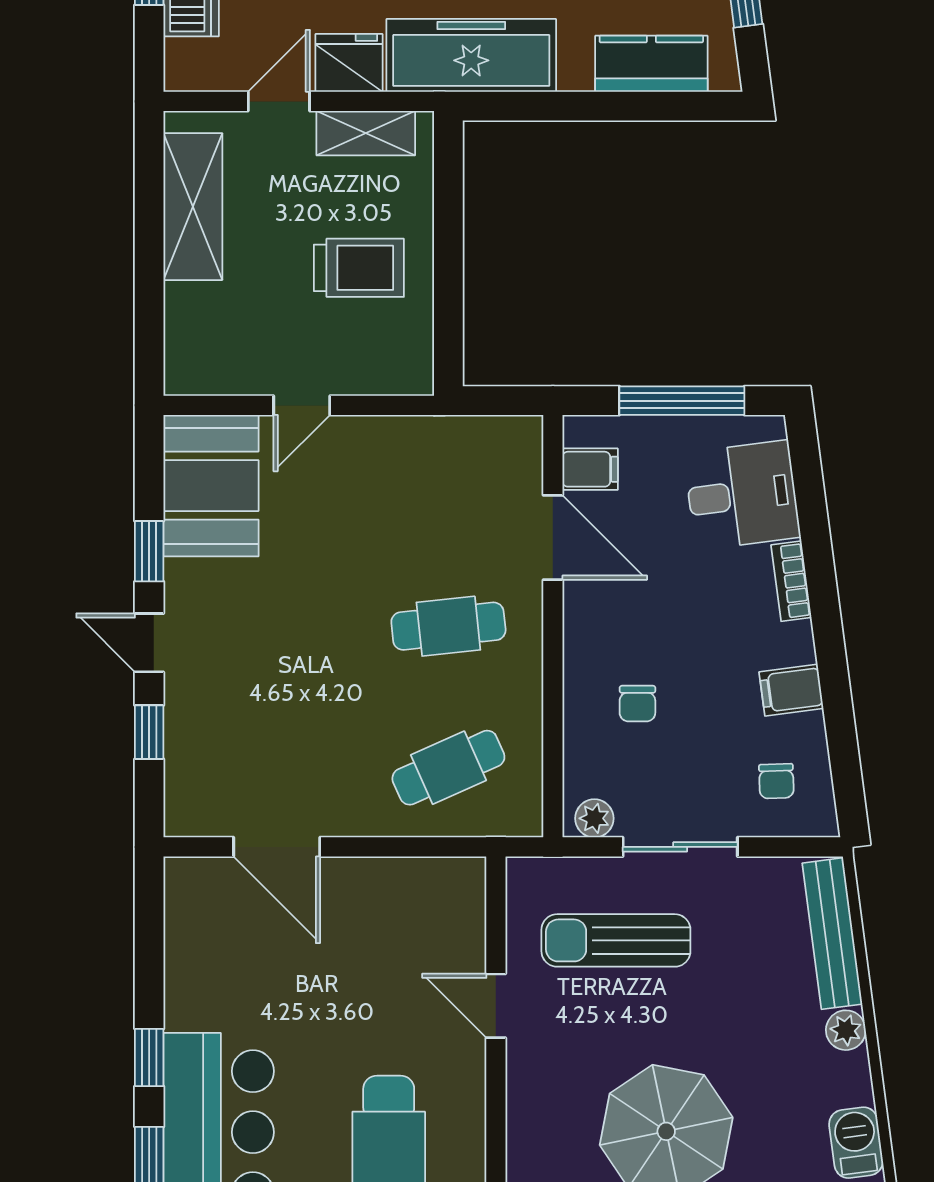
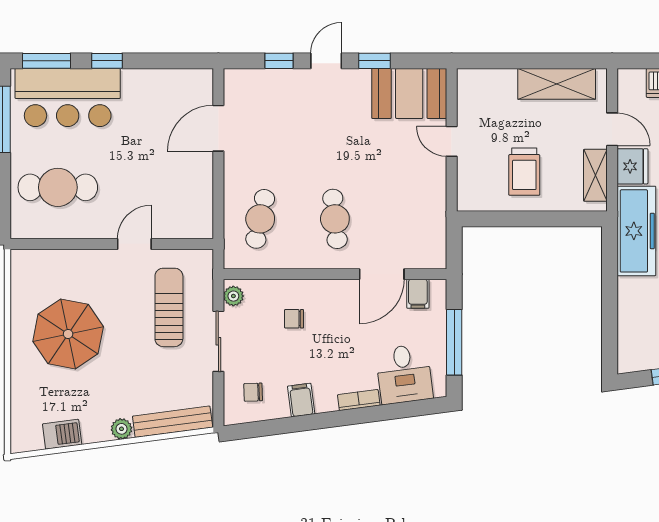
kitchen counter: (651, 64) -> (632, 326), removed
cafe table: (448, 768) -> (260, 219), turned 36

